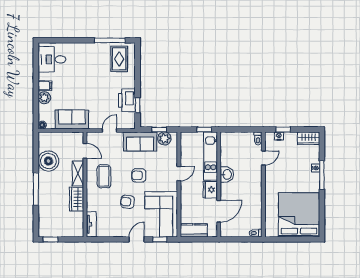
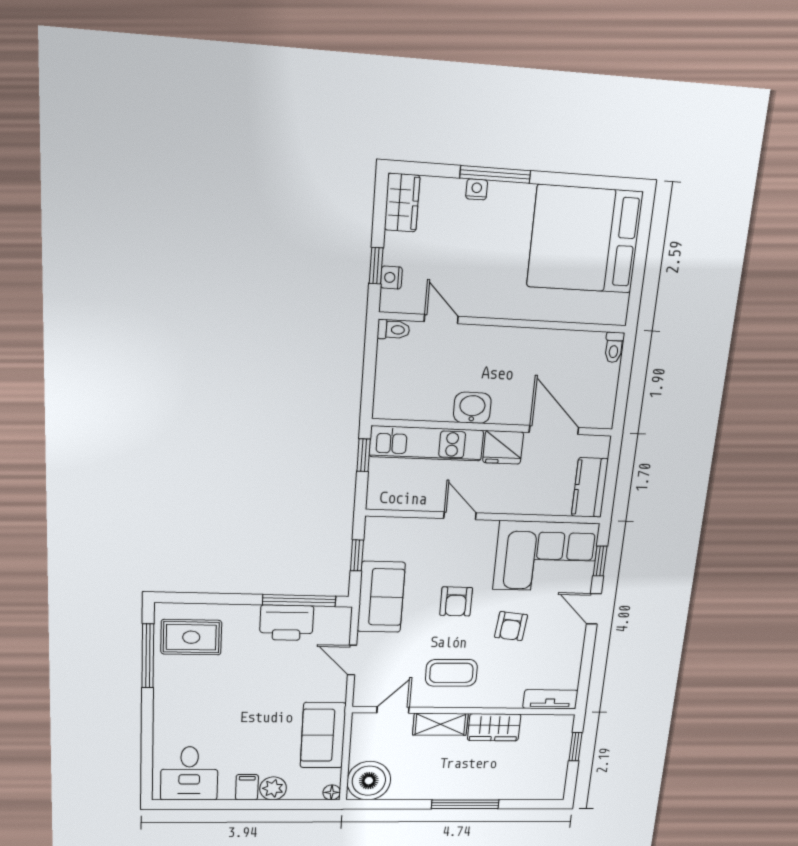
window: (138, 105) -> (299, 600), width x2.17
plant: (164, 138) -> (378, 545), removed
boiler: (48, 161) -> (369, 781), moved
window: (50, 239) -> (576, 747), moved

